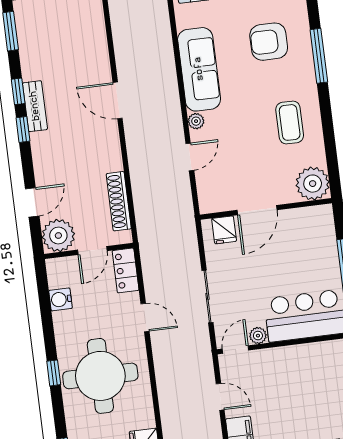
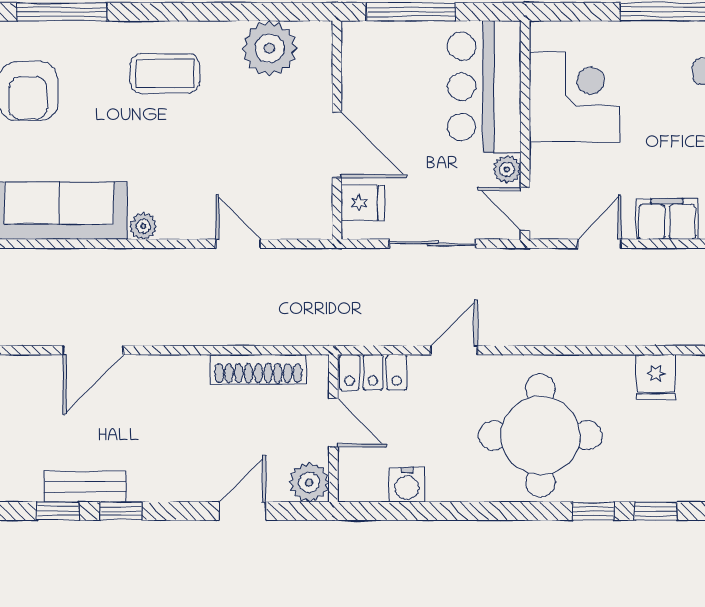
door: (190, 157) -> (238, 244), moved
door: (32, 202) -> (242, 511), hinge flipped
wall: (266, 209) -> (337, 130), moved
door: (257, 210) -> (337, 145), moved
fridge: (224, 230) -> (363, 203), moved
plant: (58, 235) -> (309, 482), width x0.73, depth x0.73
corner desk: (307, 371) -> (575, 97), added
window: (54, 373) -> (593, 511), moved

